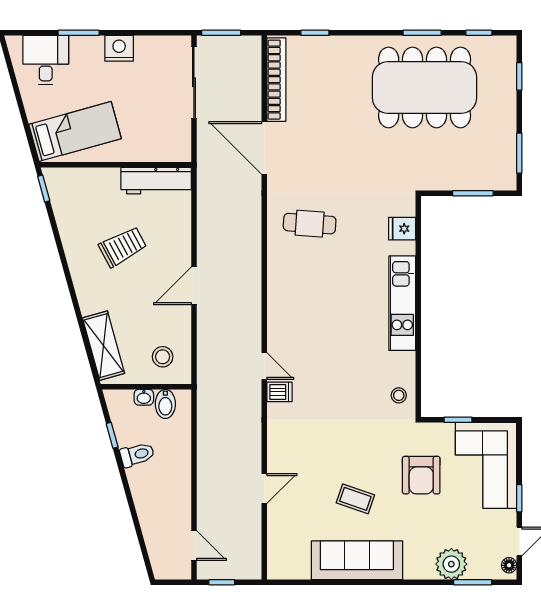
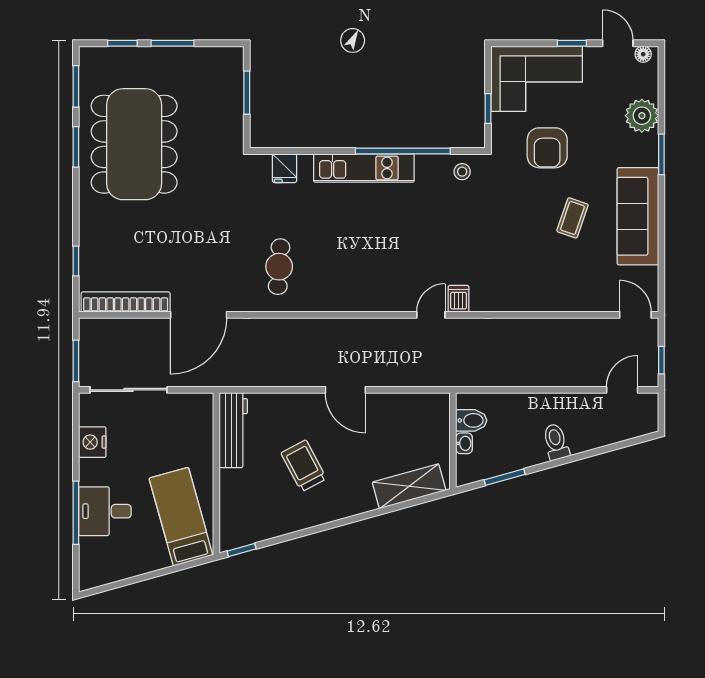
window: (79, 33) -> (76, 513), width x1.44
window: (479, 33) -> (76, 86), width x1.50
nightstand: (119, 48) -> (92, 442), moved
desk: (46, 60) -> (105, 511), moved
window: (519, 153) -> (172, 43), moved
window: (418, 340) -> (403, 151), added
stool: (163, 357) -> (421, 423), removed
window: (112, 435) -> (505, 477), width x1.50
toilet: (137, 455) -> (556, 442), moved
armchair: (421, 475) -> (547, 148), turned 90
door: (264, 488) -> (635, 315), moved
window: (473, 582) -> (661, 154), moved

